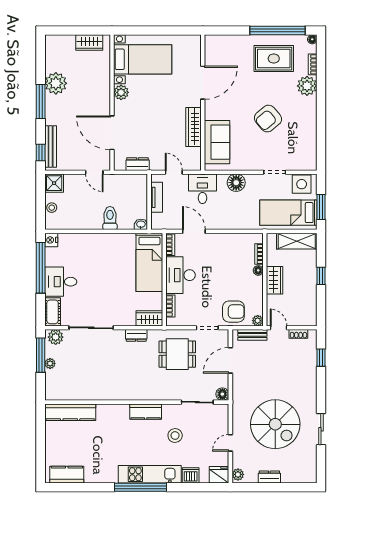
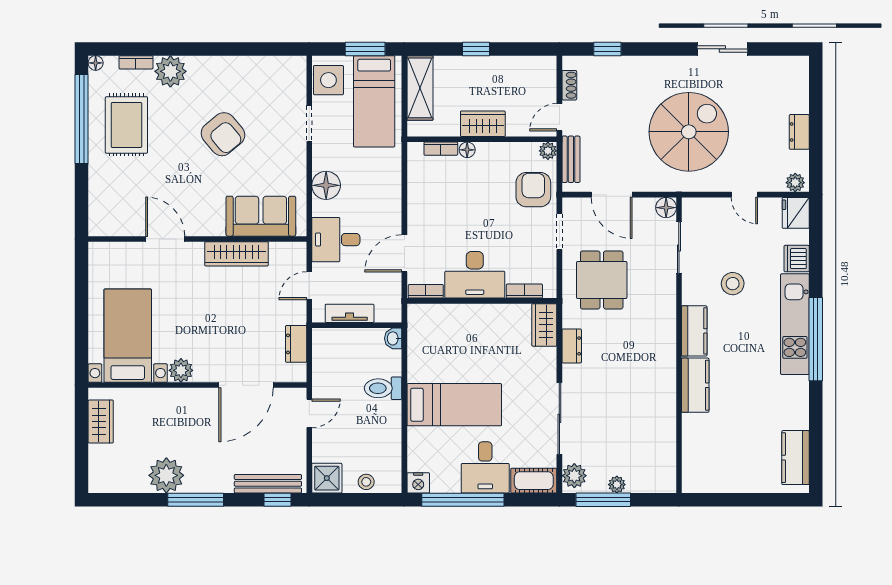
door: (203, 83) -> (165, 239), width x0.73
bed: (149, 262) -> (454, 405), moved
kitchen counter: (70, 412) -> (695, 385), moved, width x0.67
spiral stairs: (275, 424) -> (689, 132), moved

